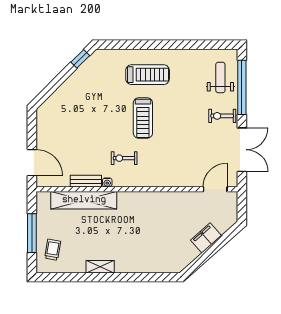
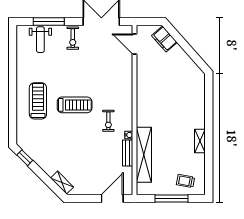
weight bench: (220, 78) -> (40, 40), turned -90
window: (242, 87) -> (49, 21), width x0.68
shelving: (51, 103) -> (62, 183), added
filing cabinet: (206, 238) -> (164, 39), moved

